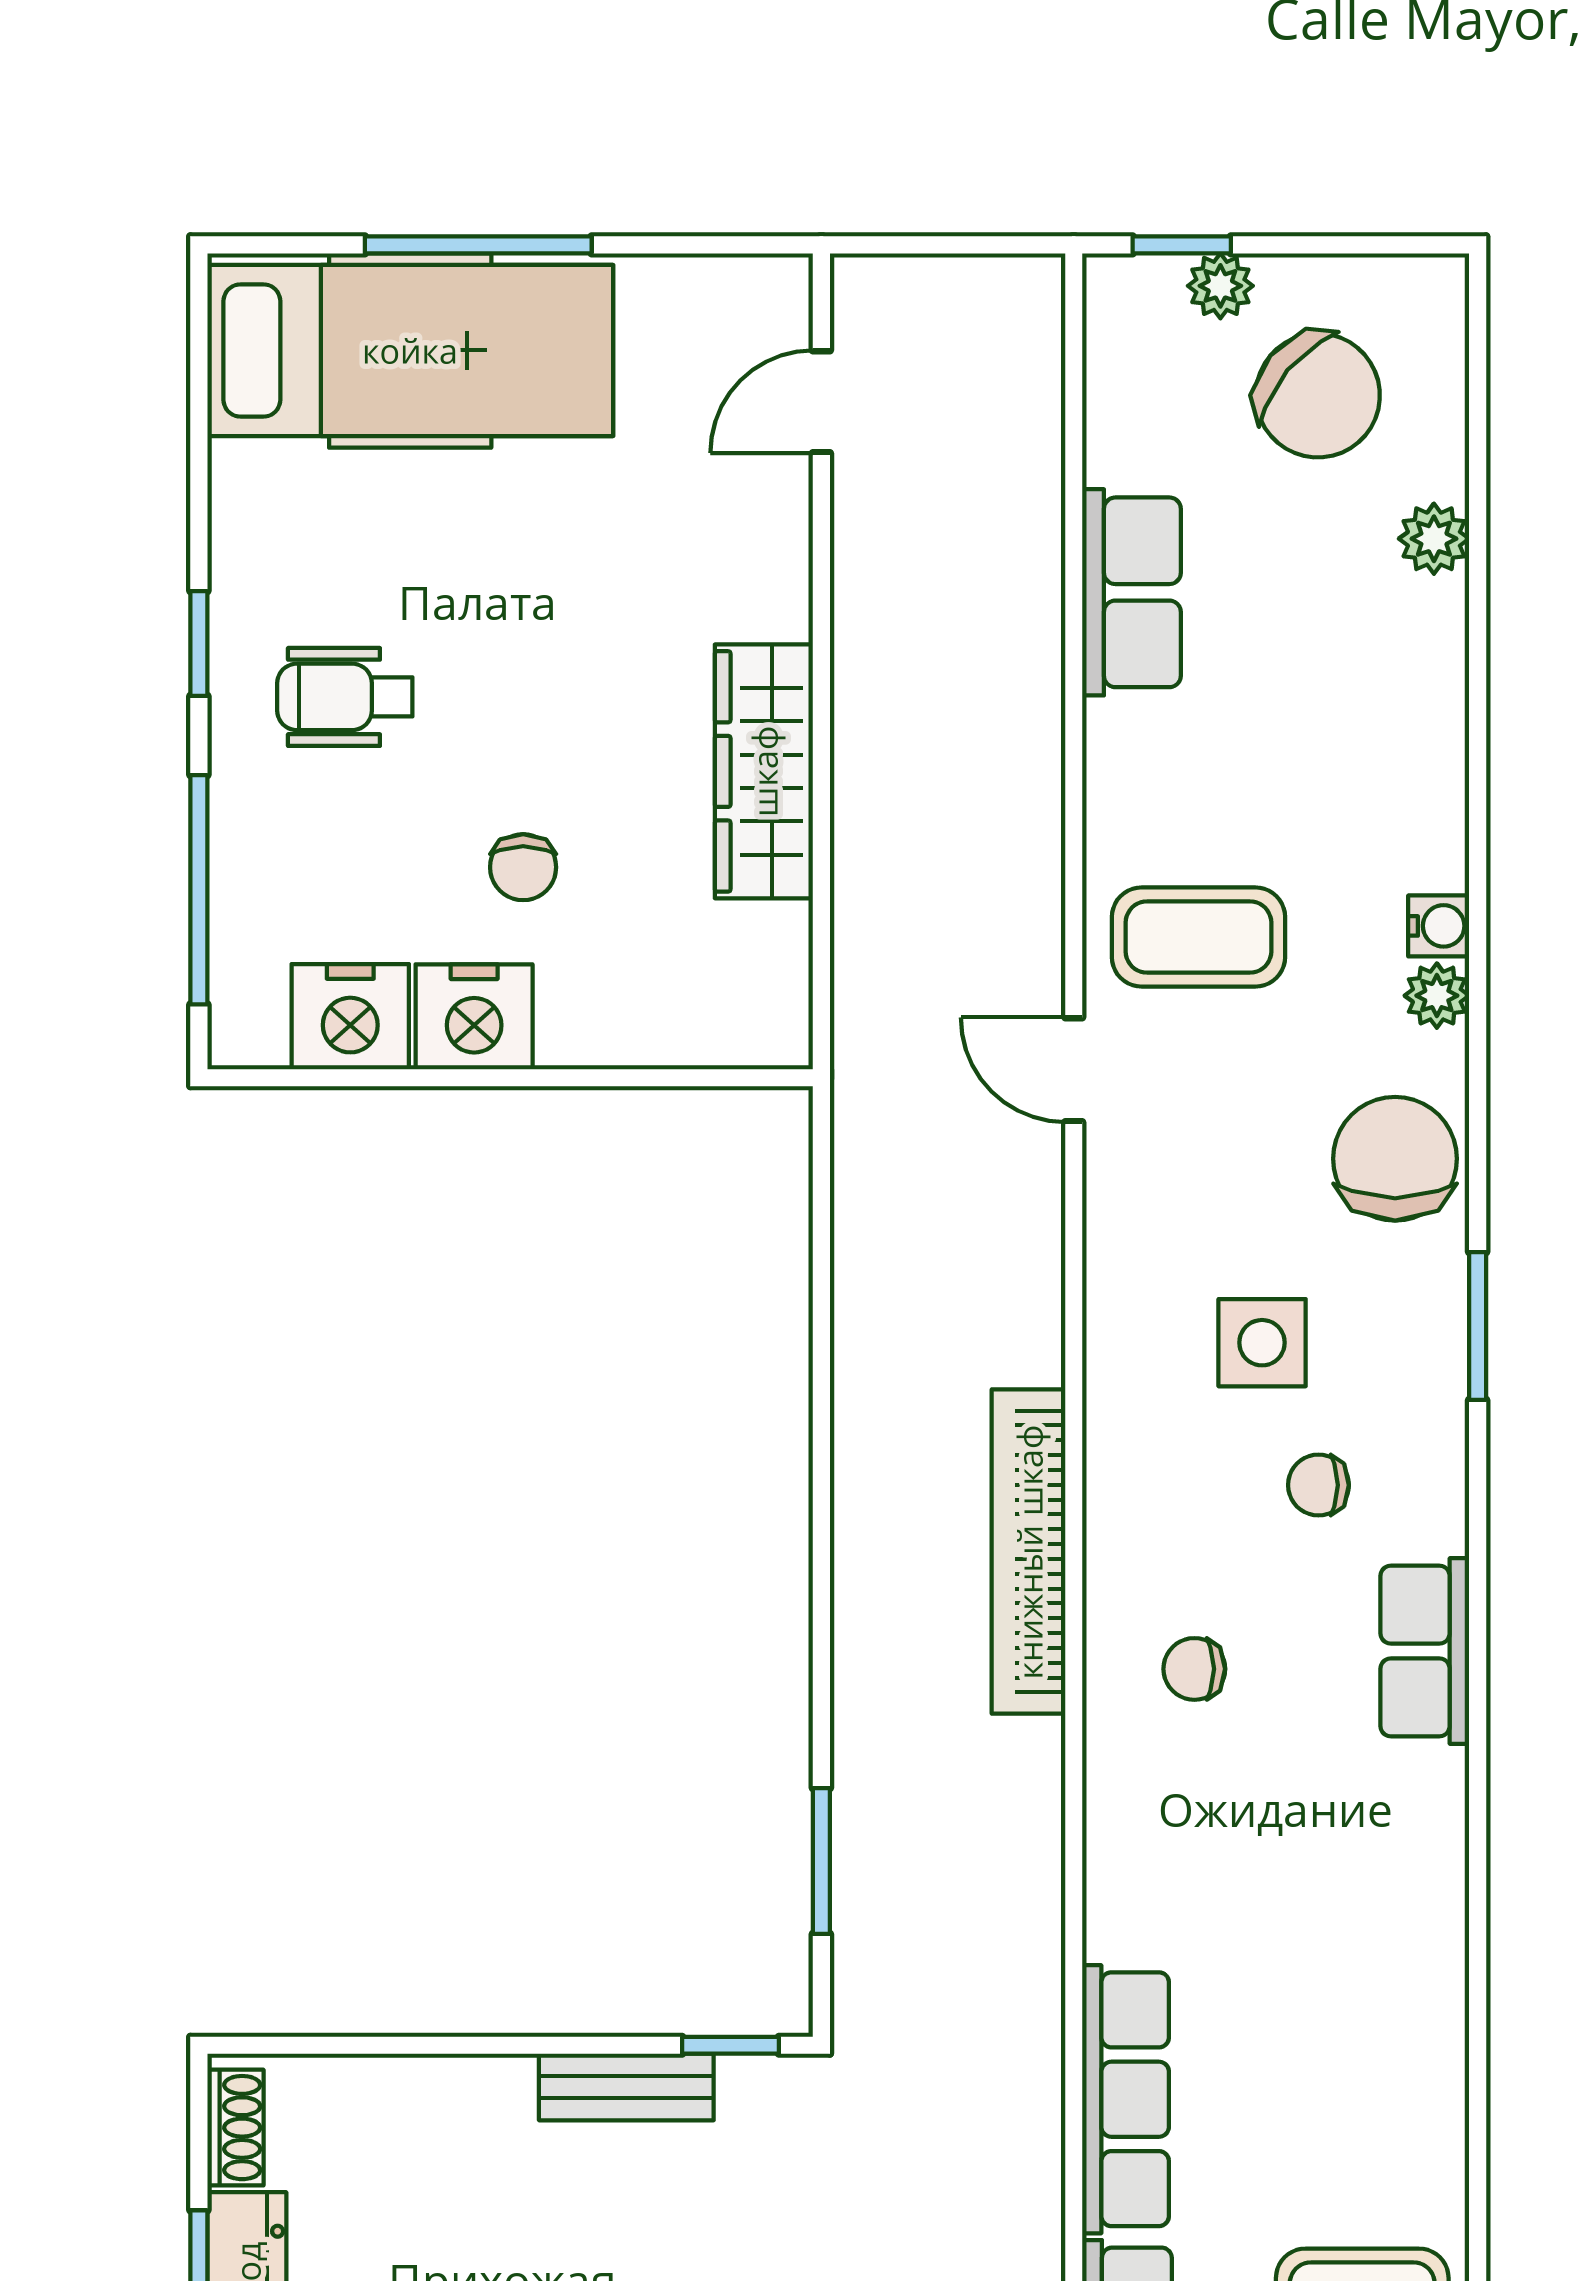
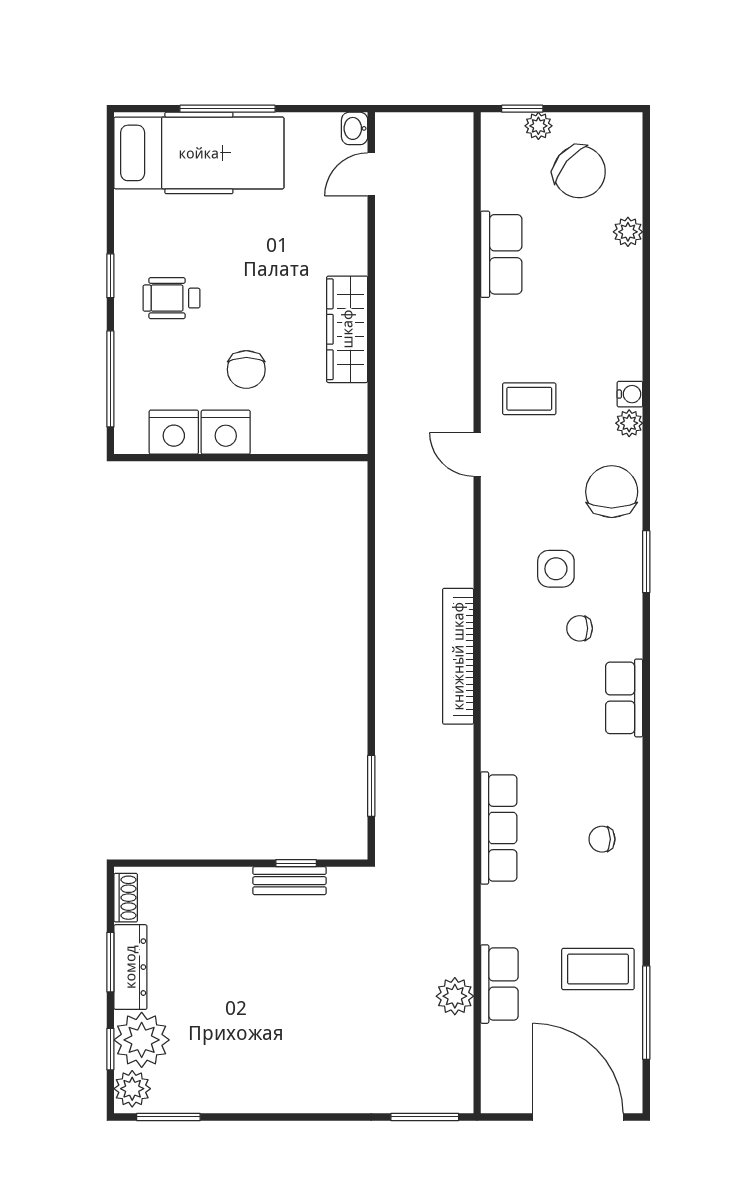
washbasin: (782, 292) -> (355, 128), added
chair: (523, 867) -> (246, 369), width x1.37, depth x1.37
coffee table: (1198, 937) -> (529, 399), width x0.73, depth x0.77
chair: (1194, 1669) -> (602, 839), moved
window: (730, 2045) -> (296, 863), moved
row of seats: (1126, 2099) -> (499, 828), moved

